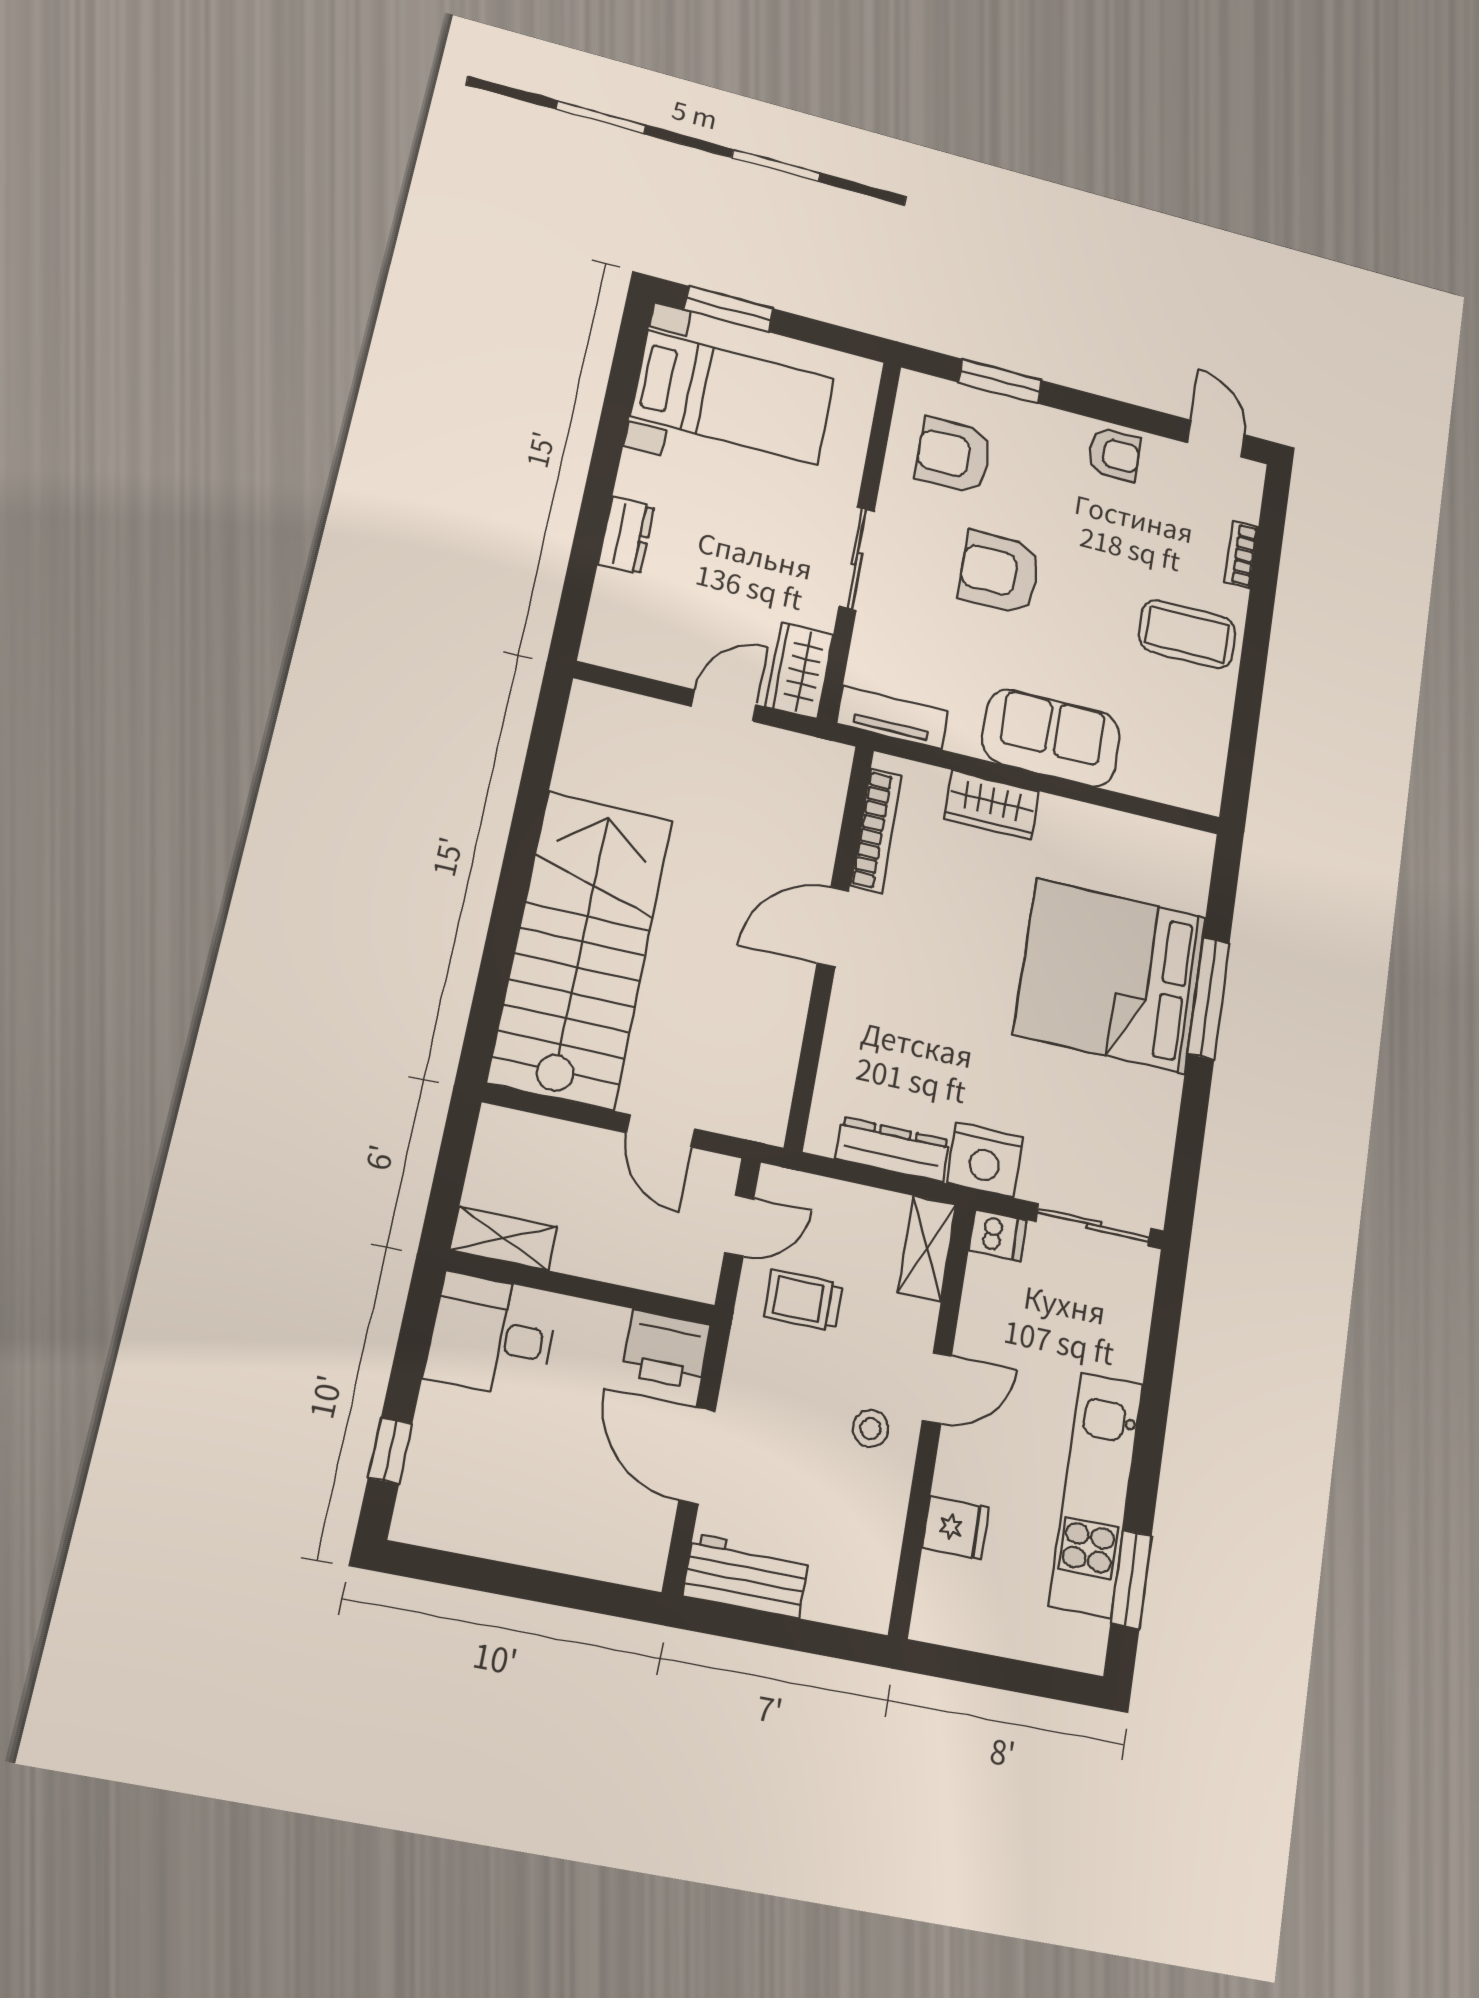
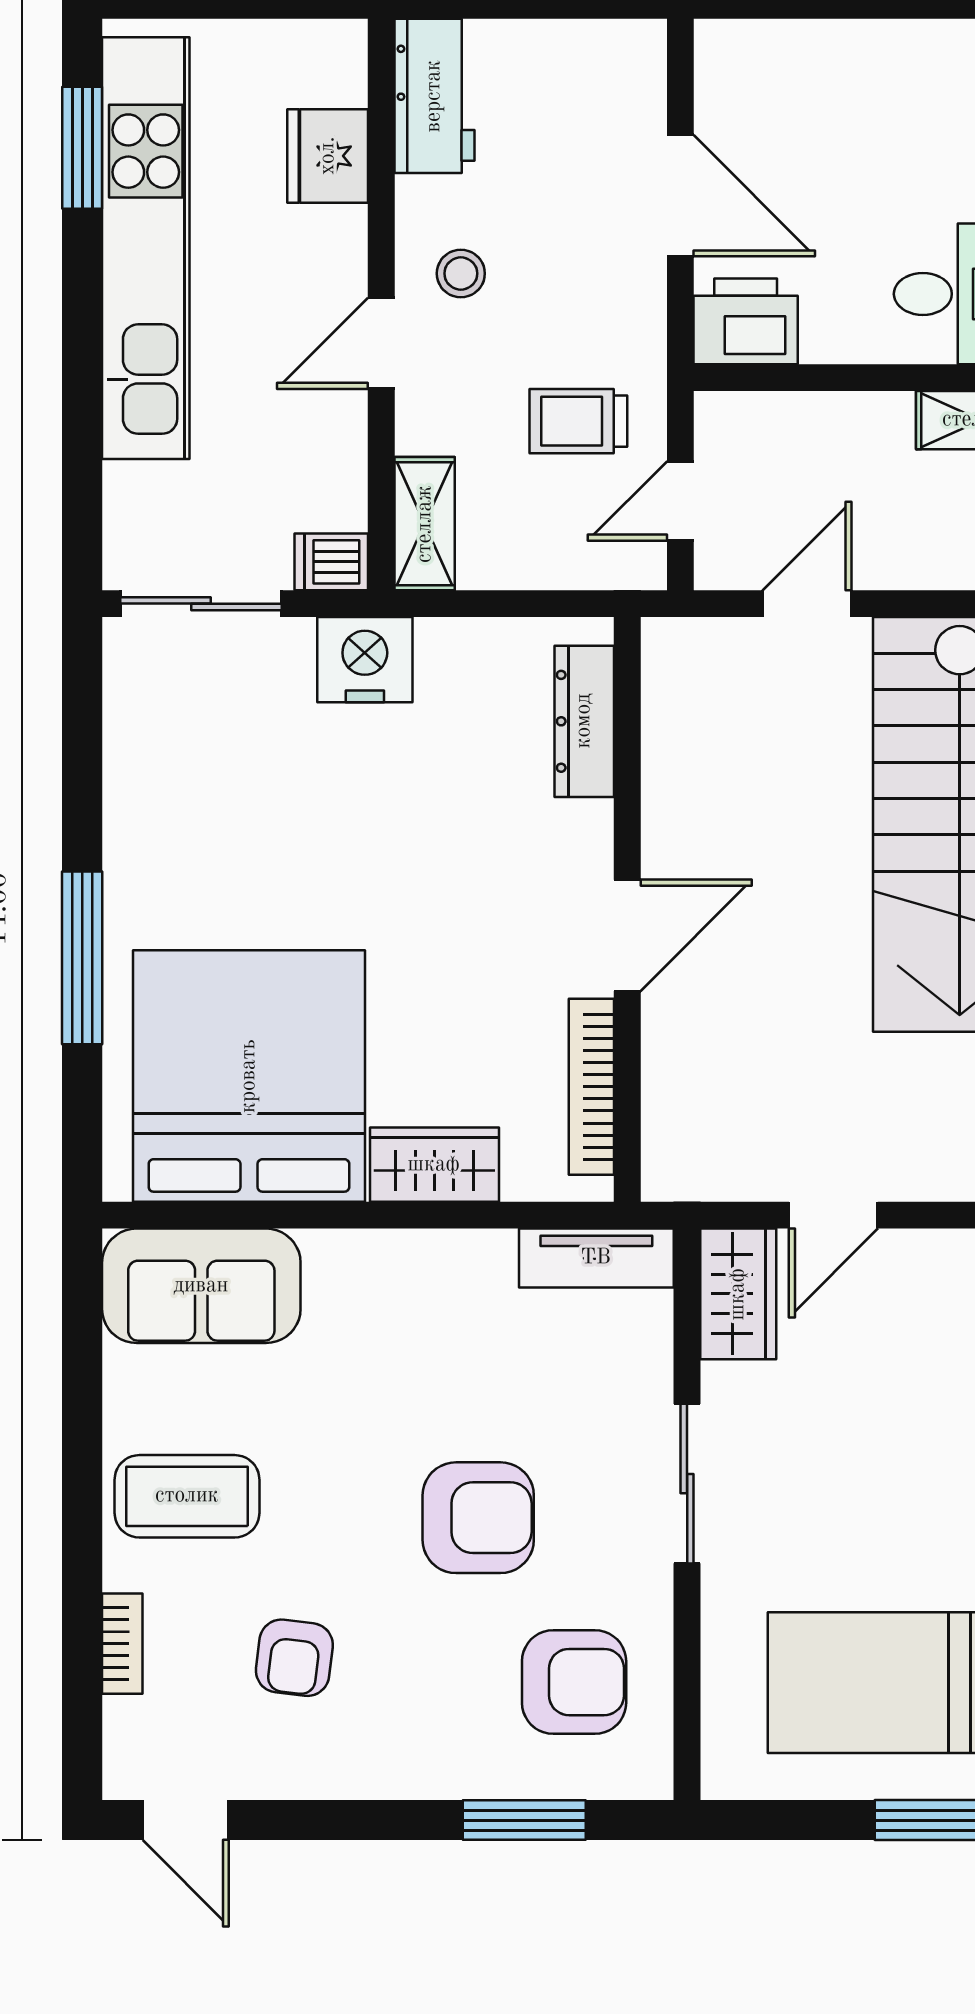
armchair: (1114, 454) -> (294, 1658), moved, turned -83
sofa: (1051, 738) -> (201, 1286), moved
bed: (1110, 976) -> (249, 1076), moved, turned -90
door: (661, 1131) -> (807, 604), hinge flipped
dresser: (892, 1149) -> (584, 721), moved, turned 90
trolley: (803, 1300) -> (578, 421), turned 180
kitchen unit: (1096, 1494) -> (146, 248), width x1.36
fridge: (955, 1528) -> (328, 156), width x1.38
workbench: (746, 1576) -> (434, 96), moved, turned -90

